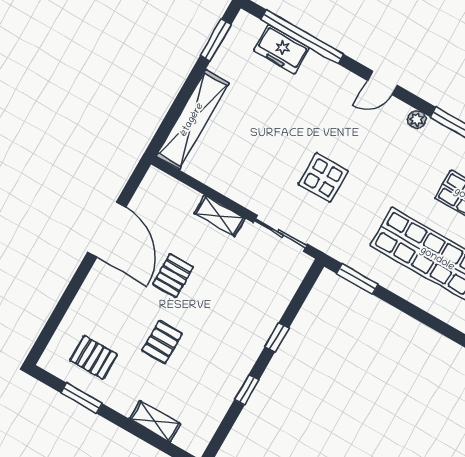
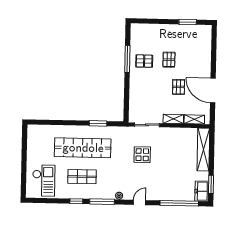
freezer: (281, 49) -> (202, 191), moved, turned -90
window: (358, 279) -> (98, 123), moved
window: (277, 337) -> (127, 85), removed
pallet: (94, 357) -> (144, 61), moved
window: (247, 390) -> (127, 59), width x2.17
shelving: (155, 421) -> (194, 119), moved

